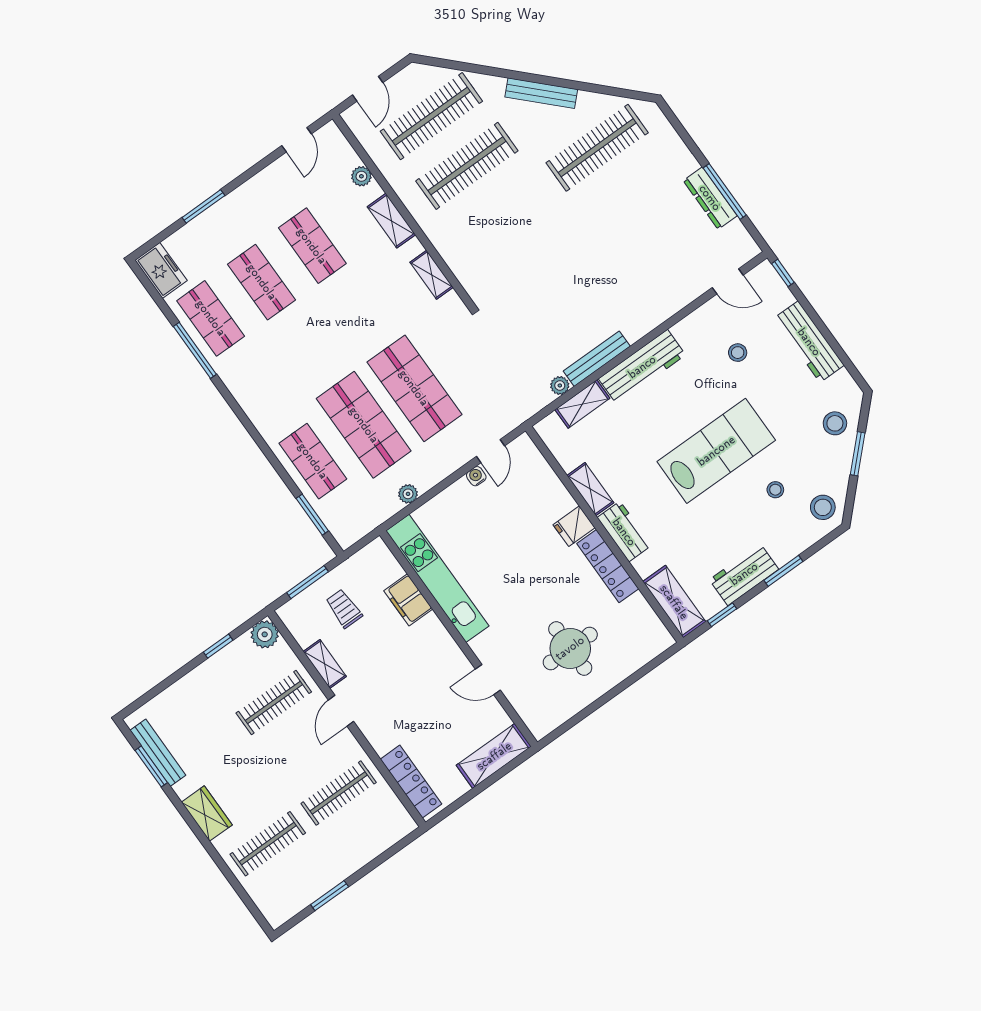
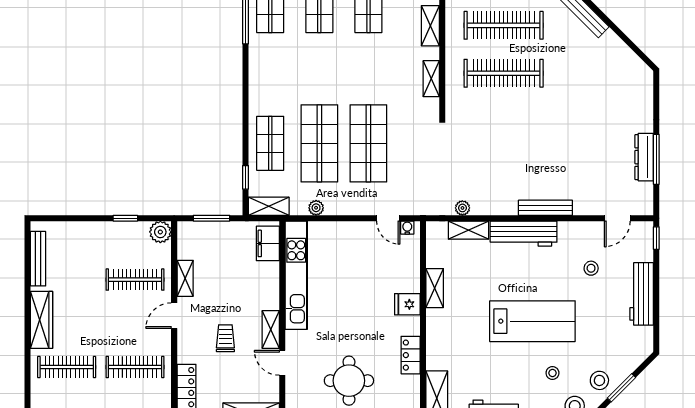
clothes rail: (597, 148) -> (504, 73), moved
door: (728, 281) -> (617, 218), hinge flipped
bench: (597, 359) -> (545, 208), moved
stool: (835, 423) -> (599, 380), moved
door: (491, 451) -> (388, 218), hinge flipped
water cooler: (476, 476) -> (407, 228), moved
window: (312, 515) -> (245, 177), width x0.67
shelving: (358, 527) -> (269, 206), added
workbench: (624, 532) -> (437, 331), removed
locker: (608, 566) -> (411, 355), width x0.66
filing cabinet: (408, 600) -> (268, 243), moved
trolley: (344, 608) -> (225, 338), moved
shelving: (451, 654) -> (271, 329), added
window: (151, 766) -> (28, 264), removed
wardrobe: (207, 814) -> (41, 320), width x1.50

